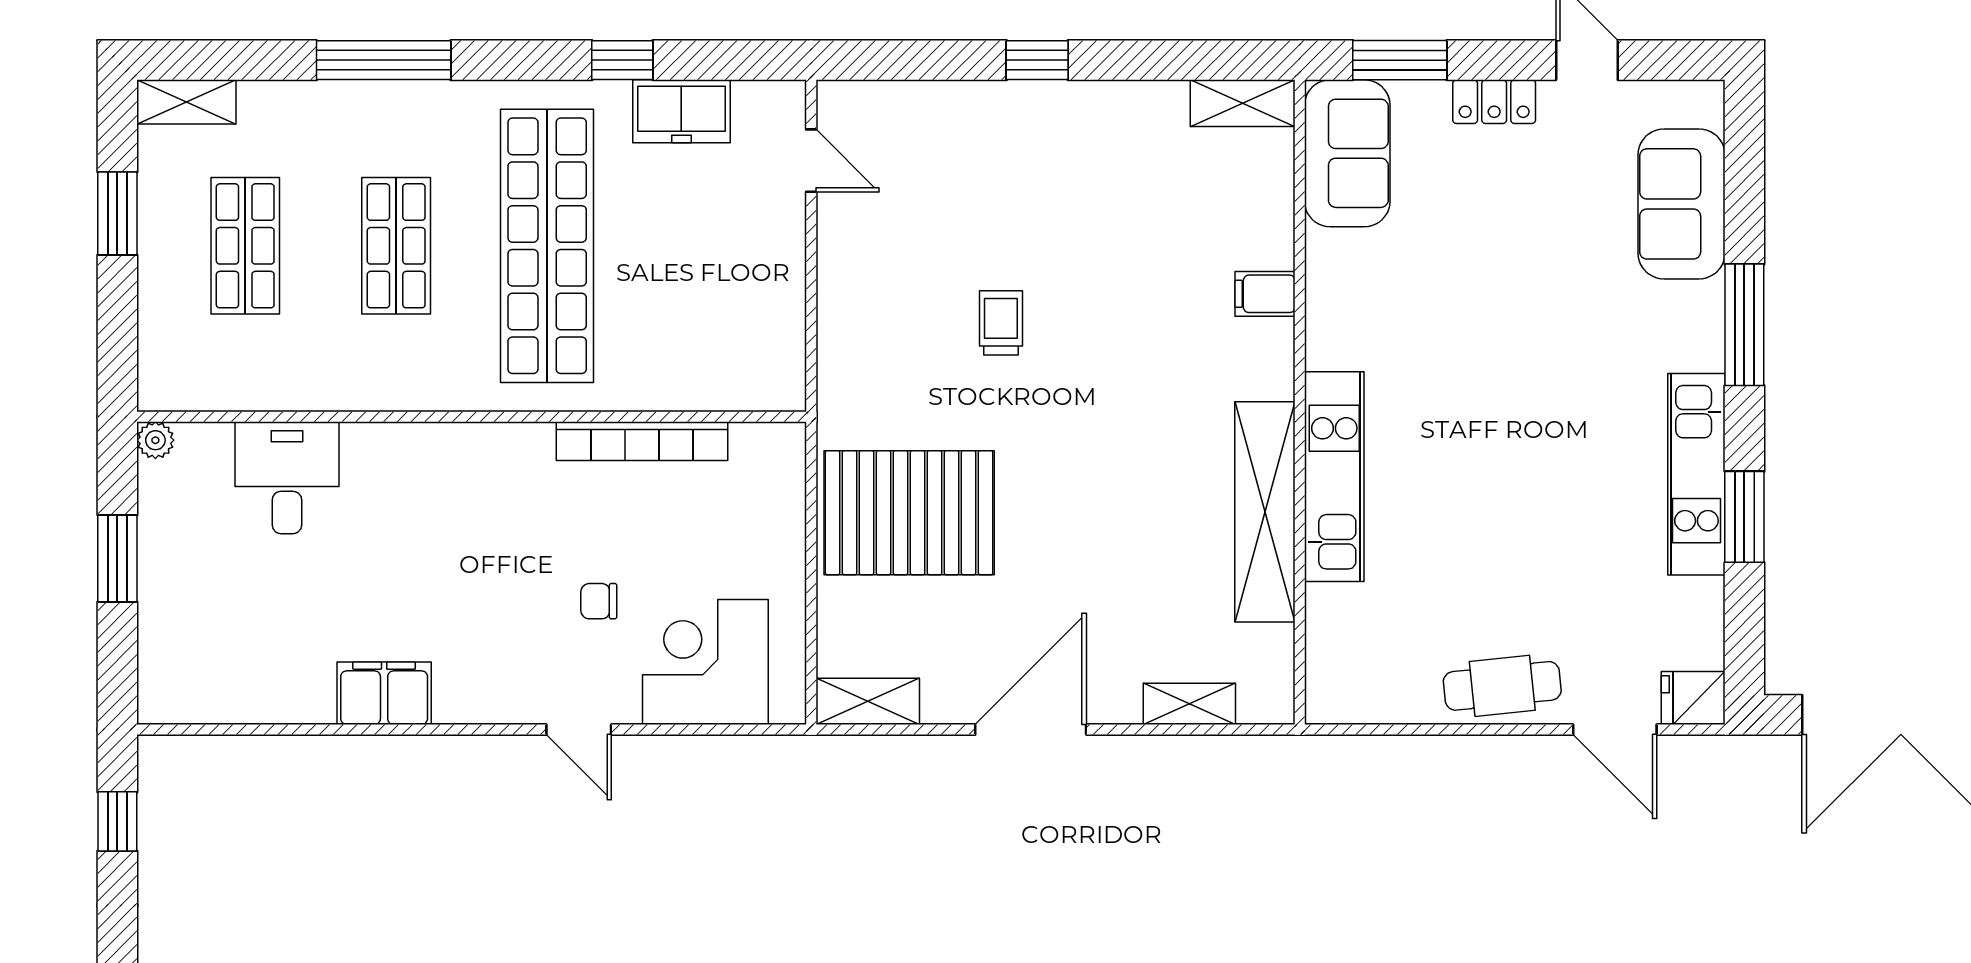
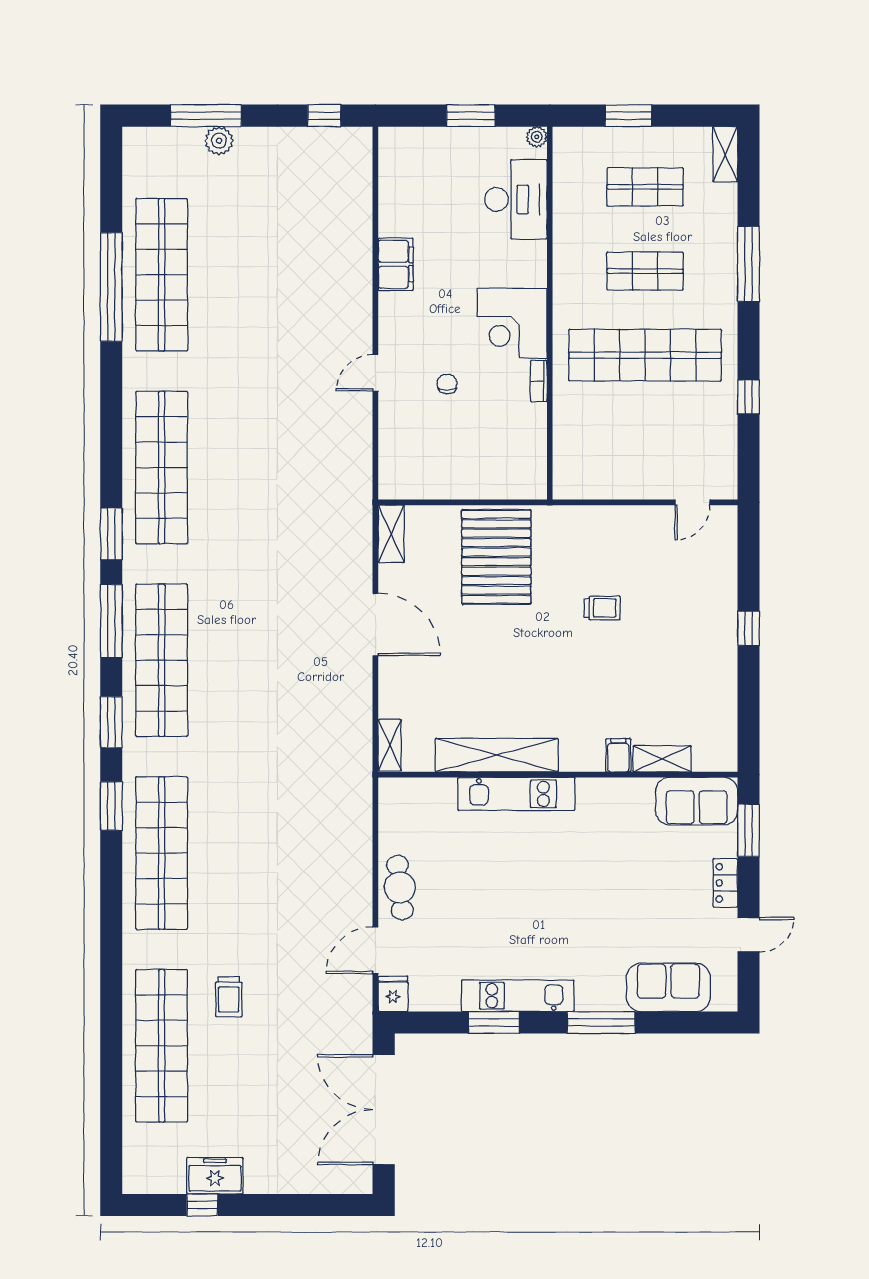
shelving: (1243, 103) -> (662, 759), moved, turned 90
freezer: (681, 111) -> (720, 430), removed
window: (117, 213) -> (628, 116), moved
bookcase: (642, 441) -> (539, 381), width x0.43, depth x0.76
desk: (287, 478) -> (516, 199), width x1.37
corner desk: (705, 662) -> (512, 323), moved, turned 180
shelving: (1189, 704) -> (390, 745), moved

